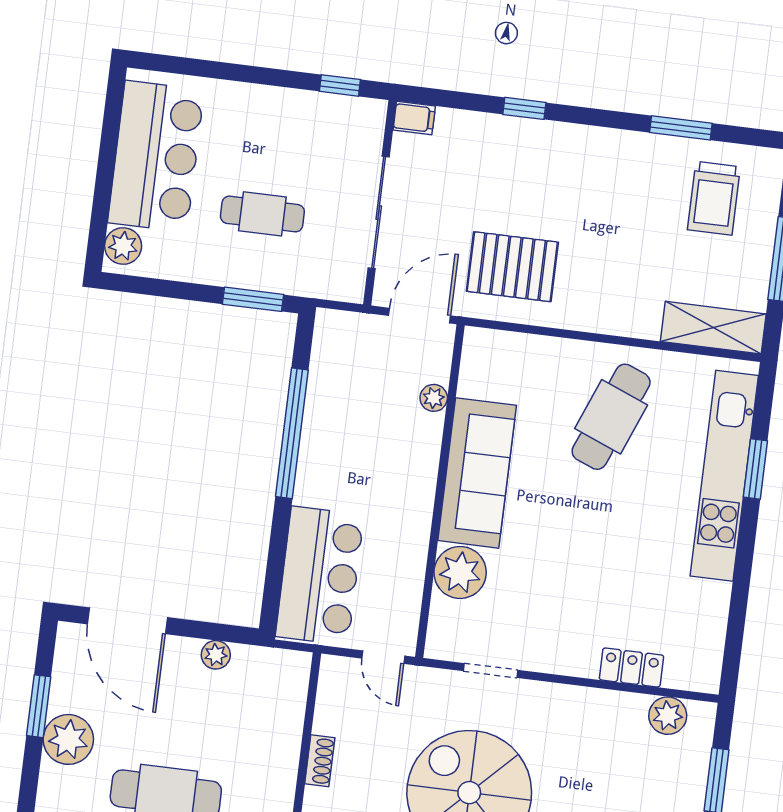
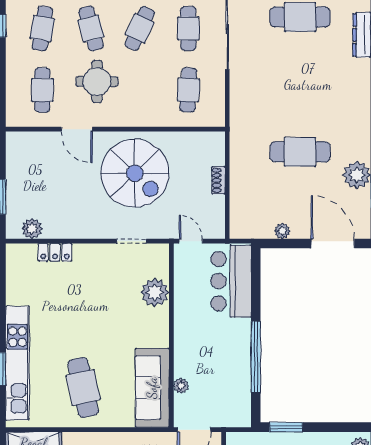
cafe table: (611, 417) -> (83, 387), turned -34
sofa: (477, 473) -> (152, 388), moved

